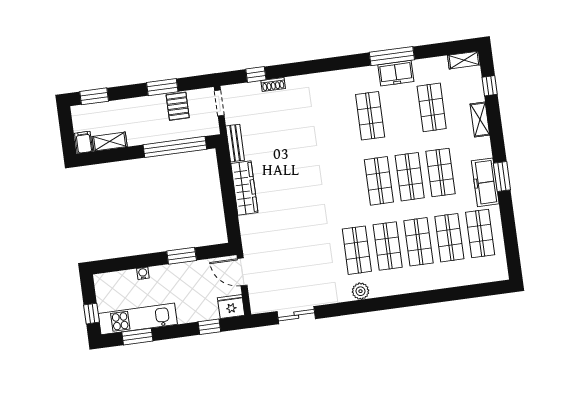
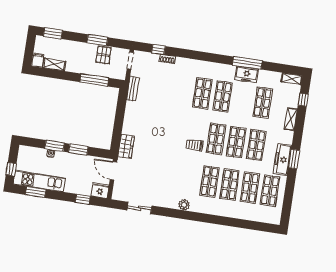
window: (175, 147) -> (94, 80), width x0.68
wardrobe: (244, 188) -> (126, 146), moved, width x0.67
trolley: (350, 199) -> (194, 145), added
shop shelf: (357, 250) -> (202, 93), moved
window: (145, 261) -> (55, 146), added

